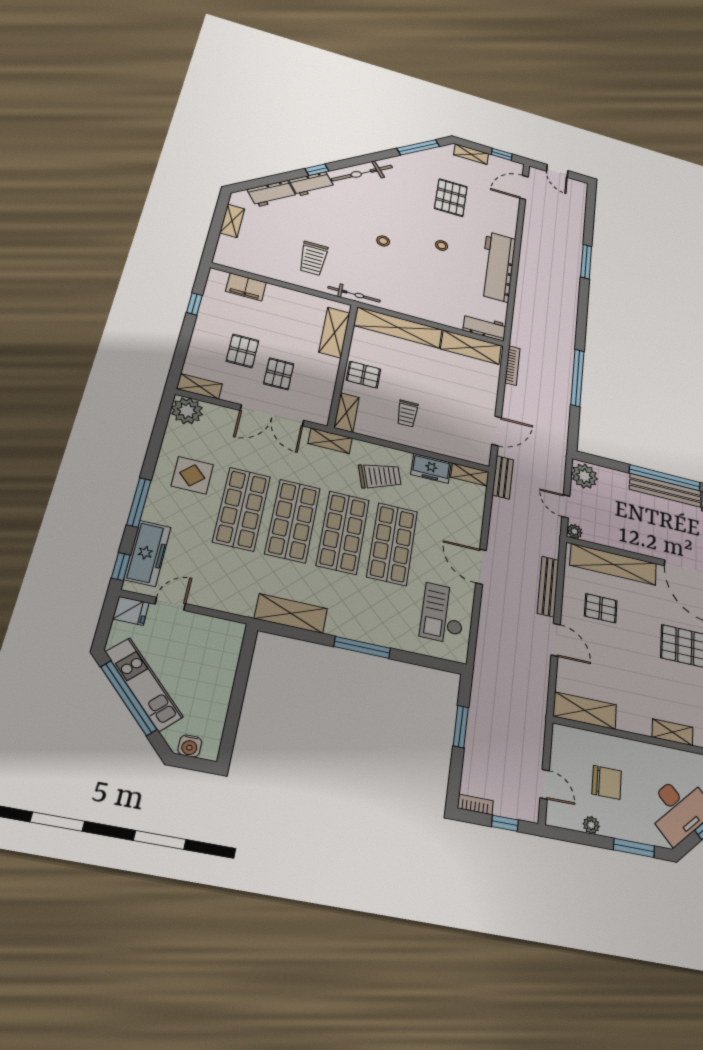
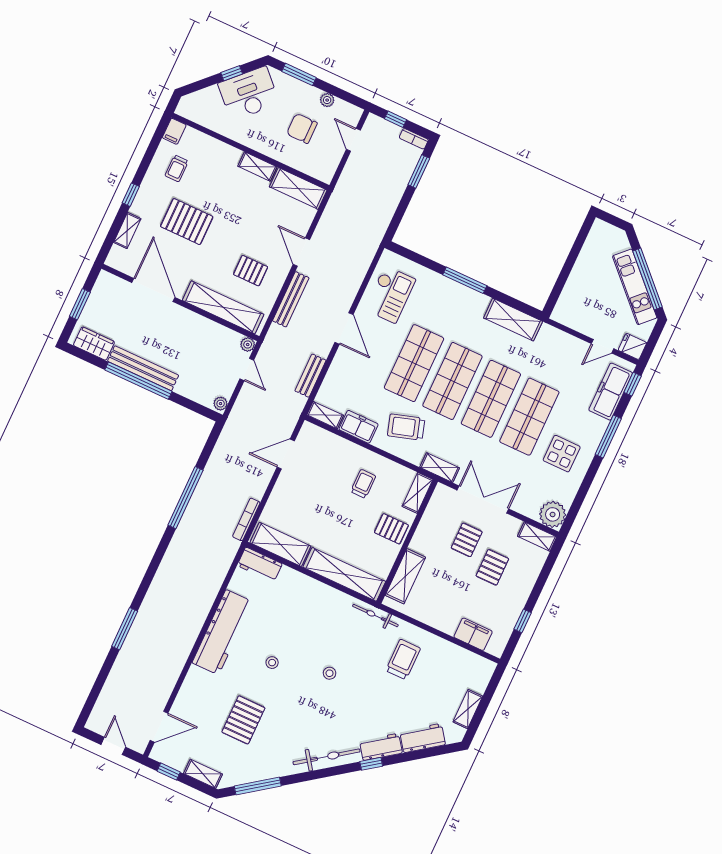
plant: (584, 476) -> (221, 404), width x0.53, depth x0.53
bench: (503, 477) -> (311, 376), moved
window: (461, 727) -> (419, 171), moved
shelving: (672, 732) -> (257, 167), moved
water cooler: (190, 746) -> (612, 233), removed

